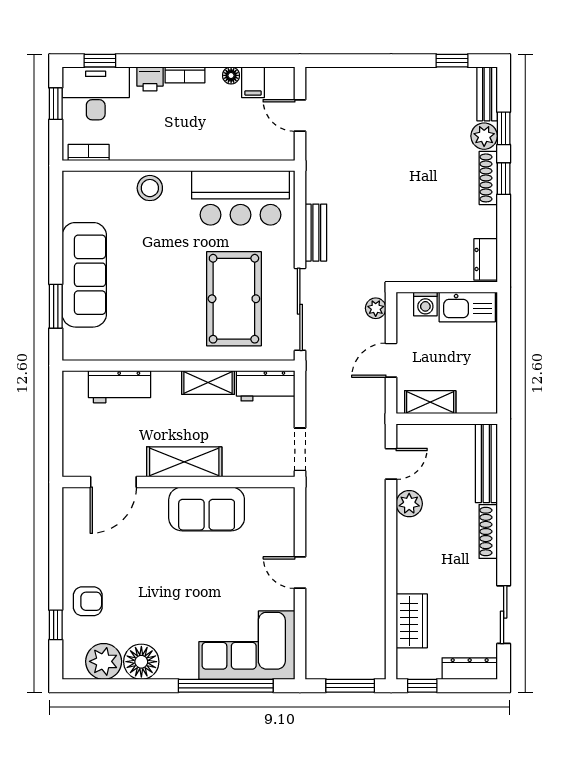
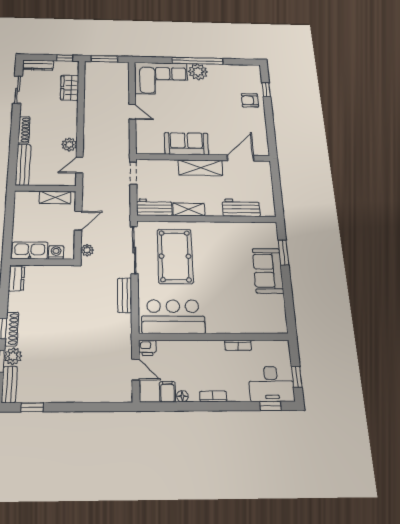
printer: (150, 79) -> (147, 348), moved, turned 180
bookcase: (89, 152) -> (238, 345), moved
stool: (150, 188) -> (231, 323), removed
sofa: (84, 275) -> (268, 271), width x0.73
plant: (104, 661) -> (198, 72), moved
floor lamp: (141, 662) -> (218, 72), removed
window: (226, 686) -> (197, 61), moved

